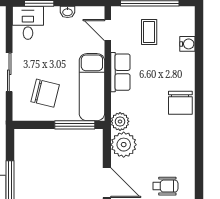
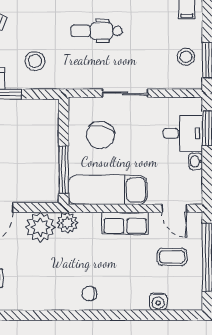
desk: (28, 23) -> (183, 133), moved
door: (108, 30) -> (174, 208), swing flipped
chair: (180, 103) -> (89, 293), width x0.54, depth x0.54

